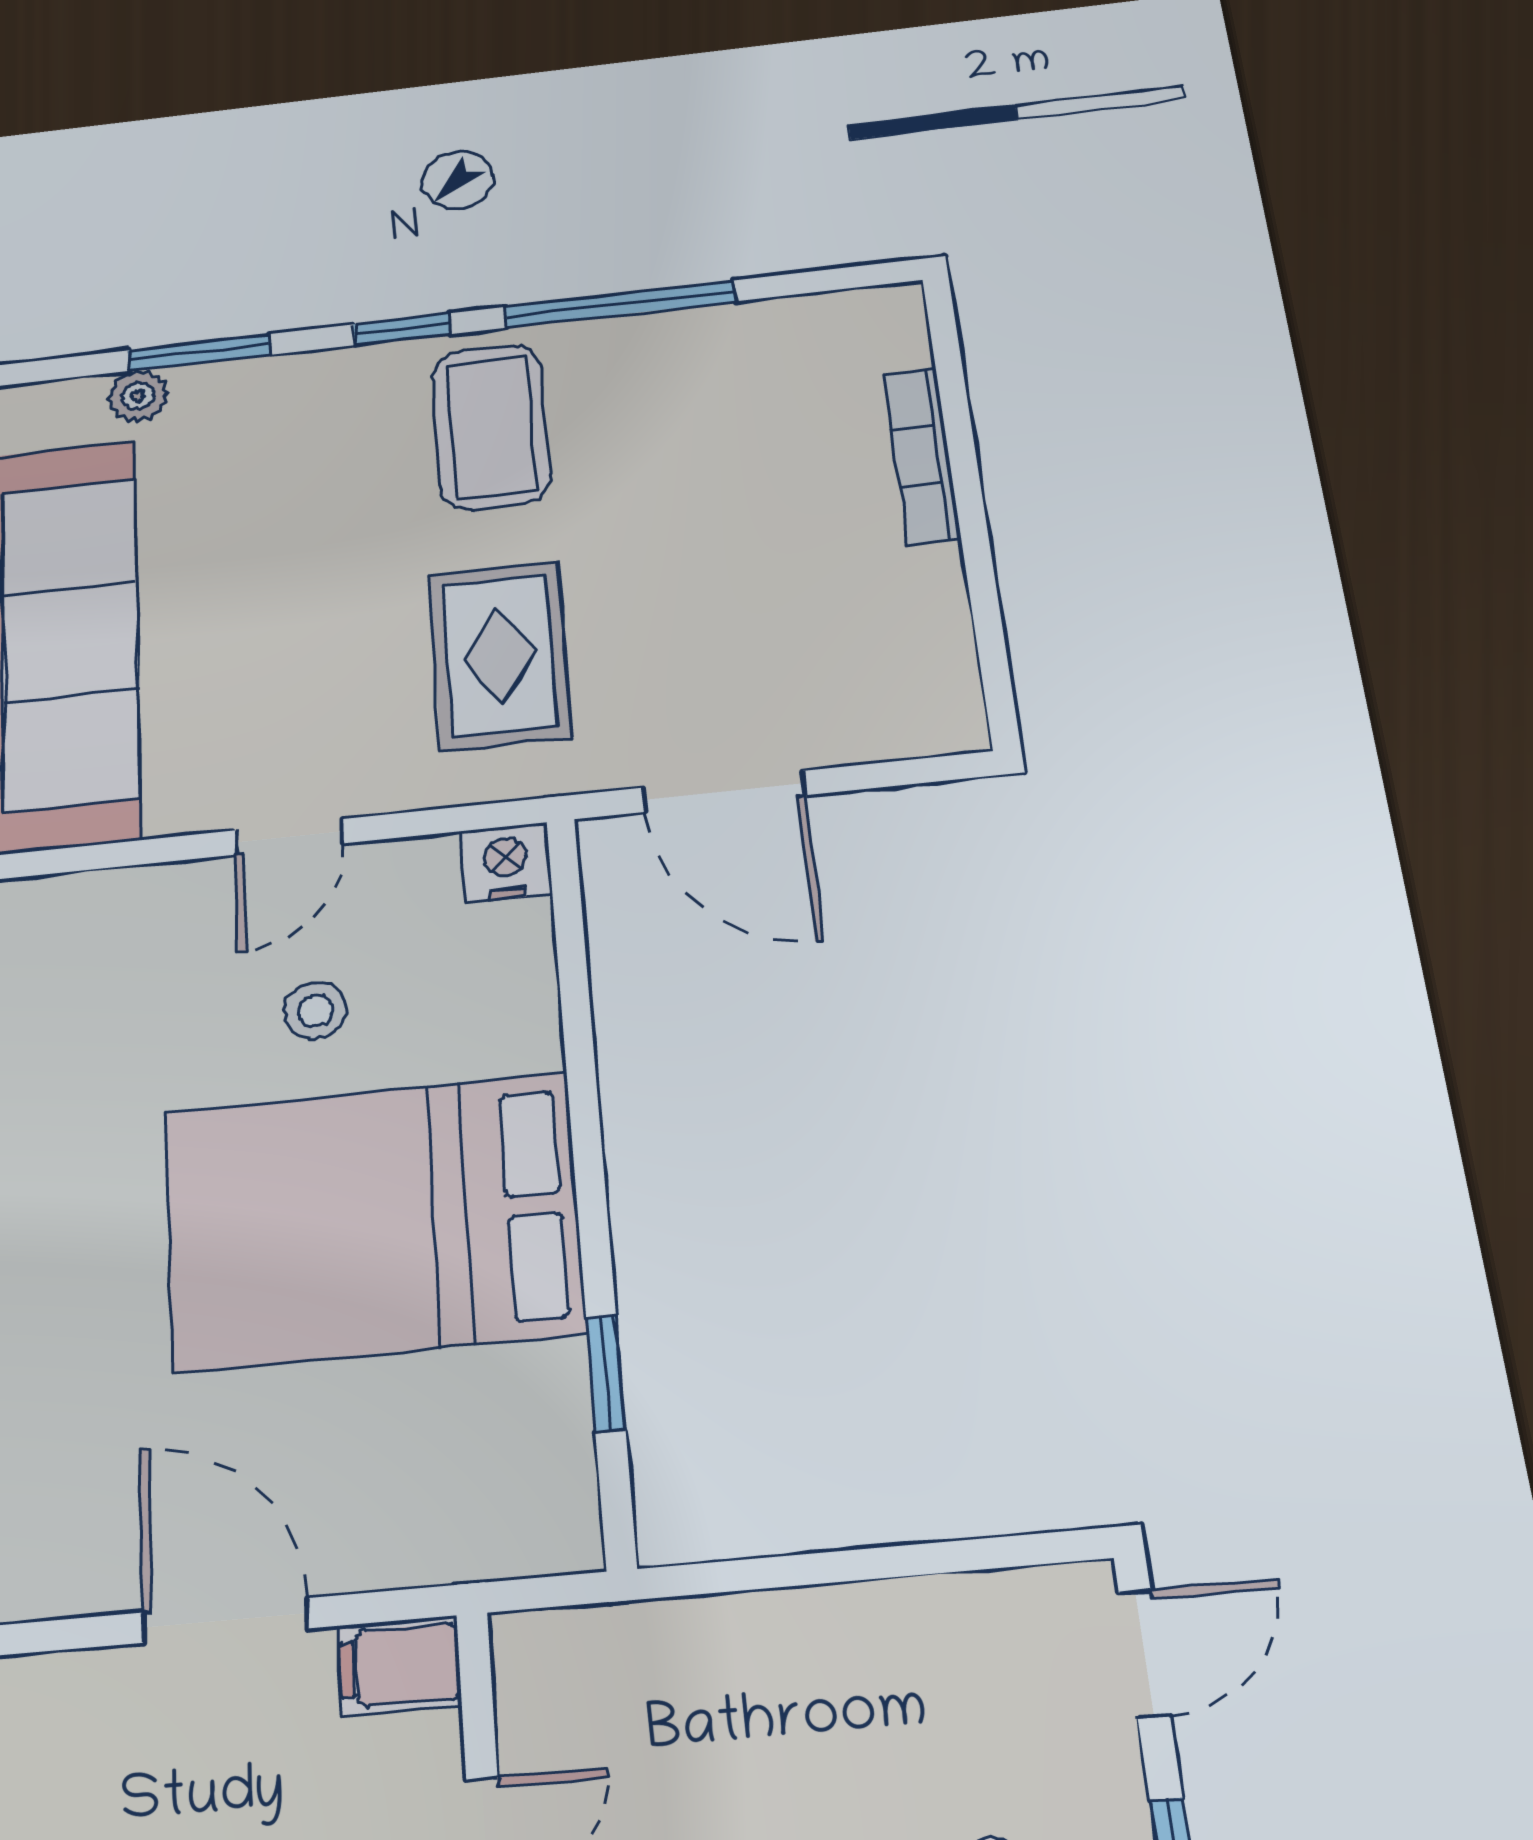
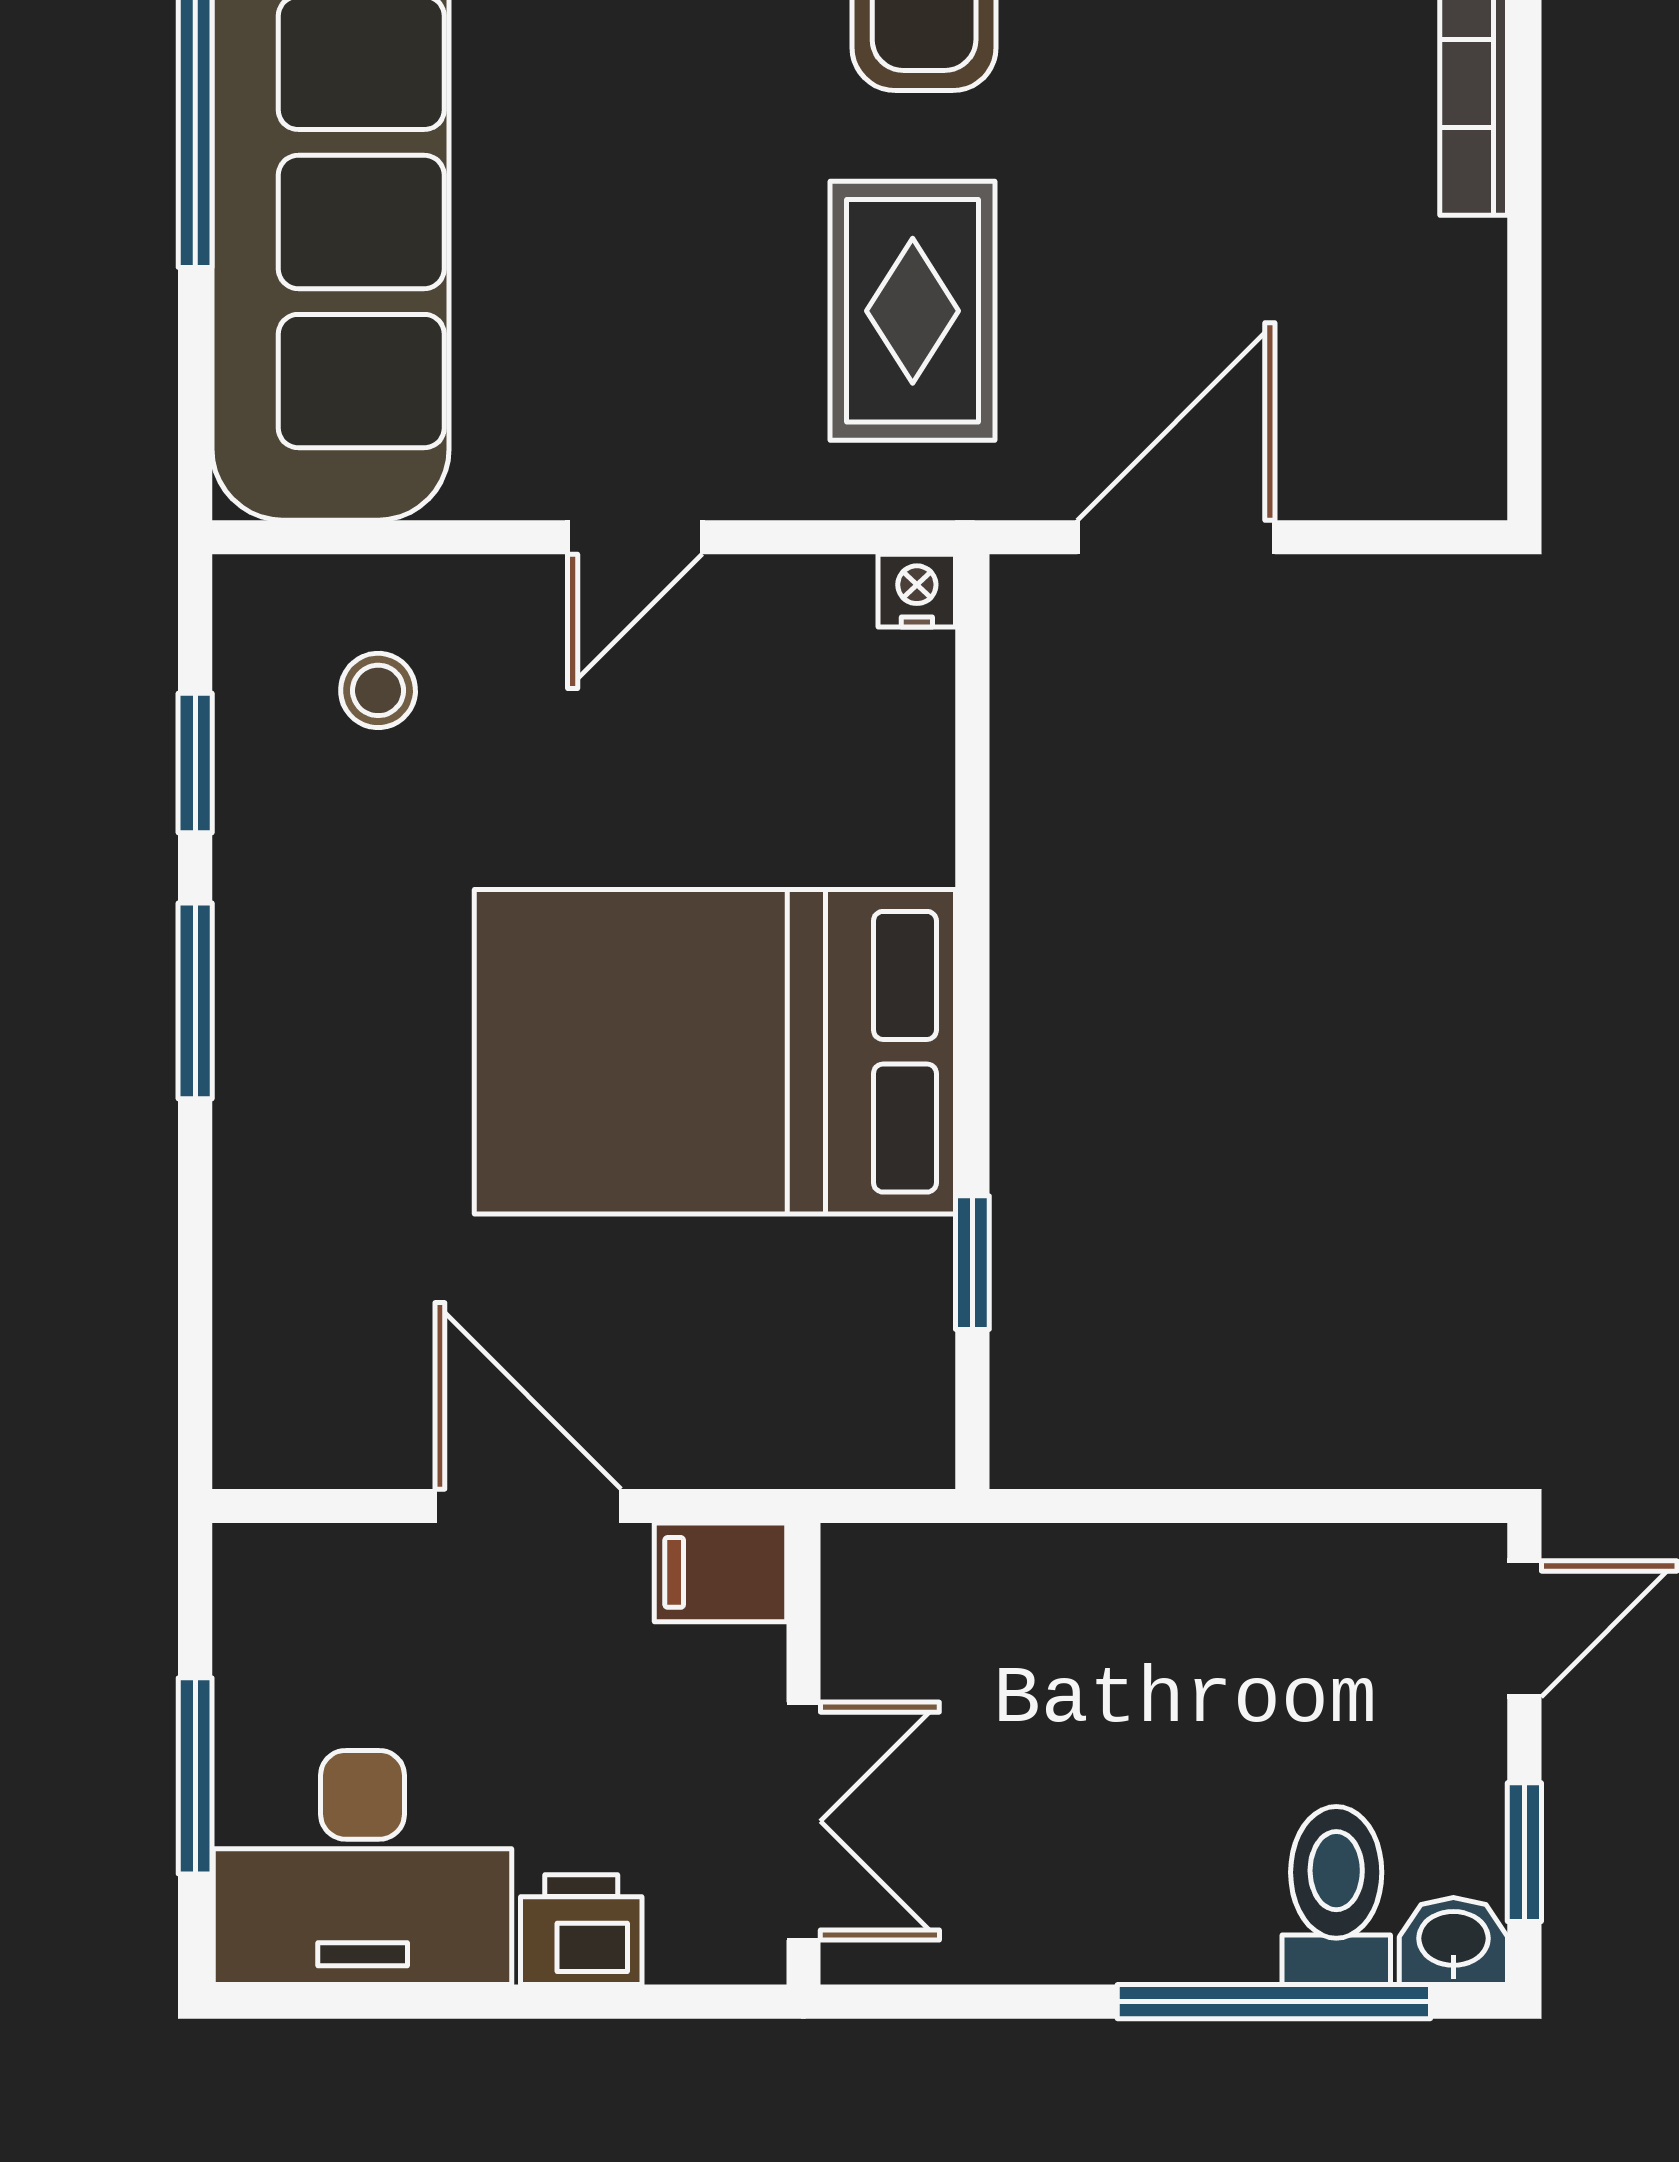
door: (724, 791) -> (1176, 537), swing flipped
nightstand: (506, 862) -> (917, 591), width x0.72, depth x0.74
stool: (315, 1011) -> (378, 690), moved

